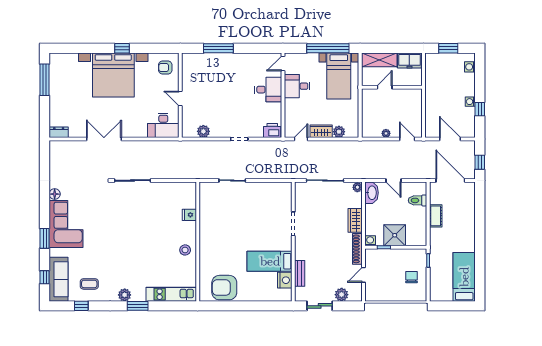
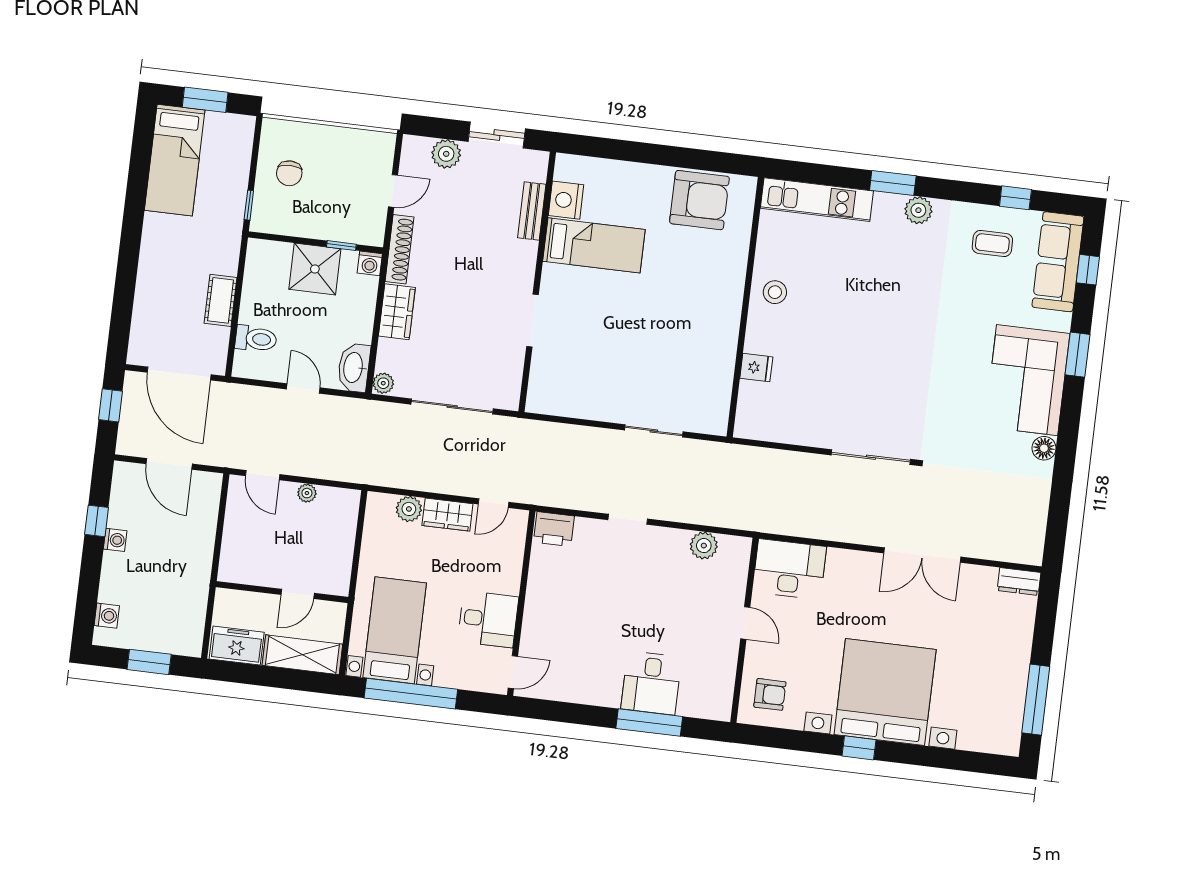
desk: (268, 90) -> (651, 683), moved, turned -90
window: (454, 306) -> (205, 100), added

